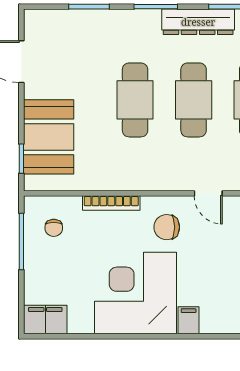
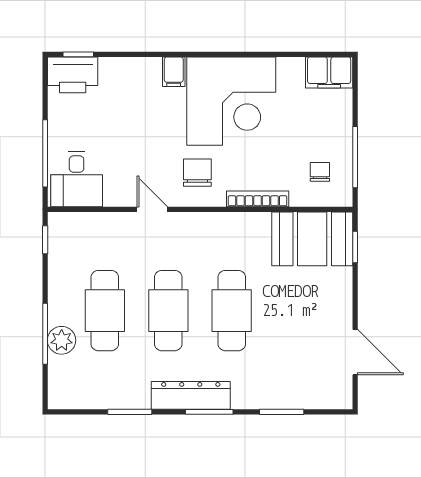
dresser: (198, 22) -> (191, 395), moved
booth: (49, 137) -> (312, 239), moved, turned 90
chair: (167, 227) -> (197, 173), turned -90

